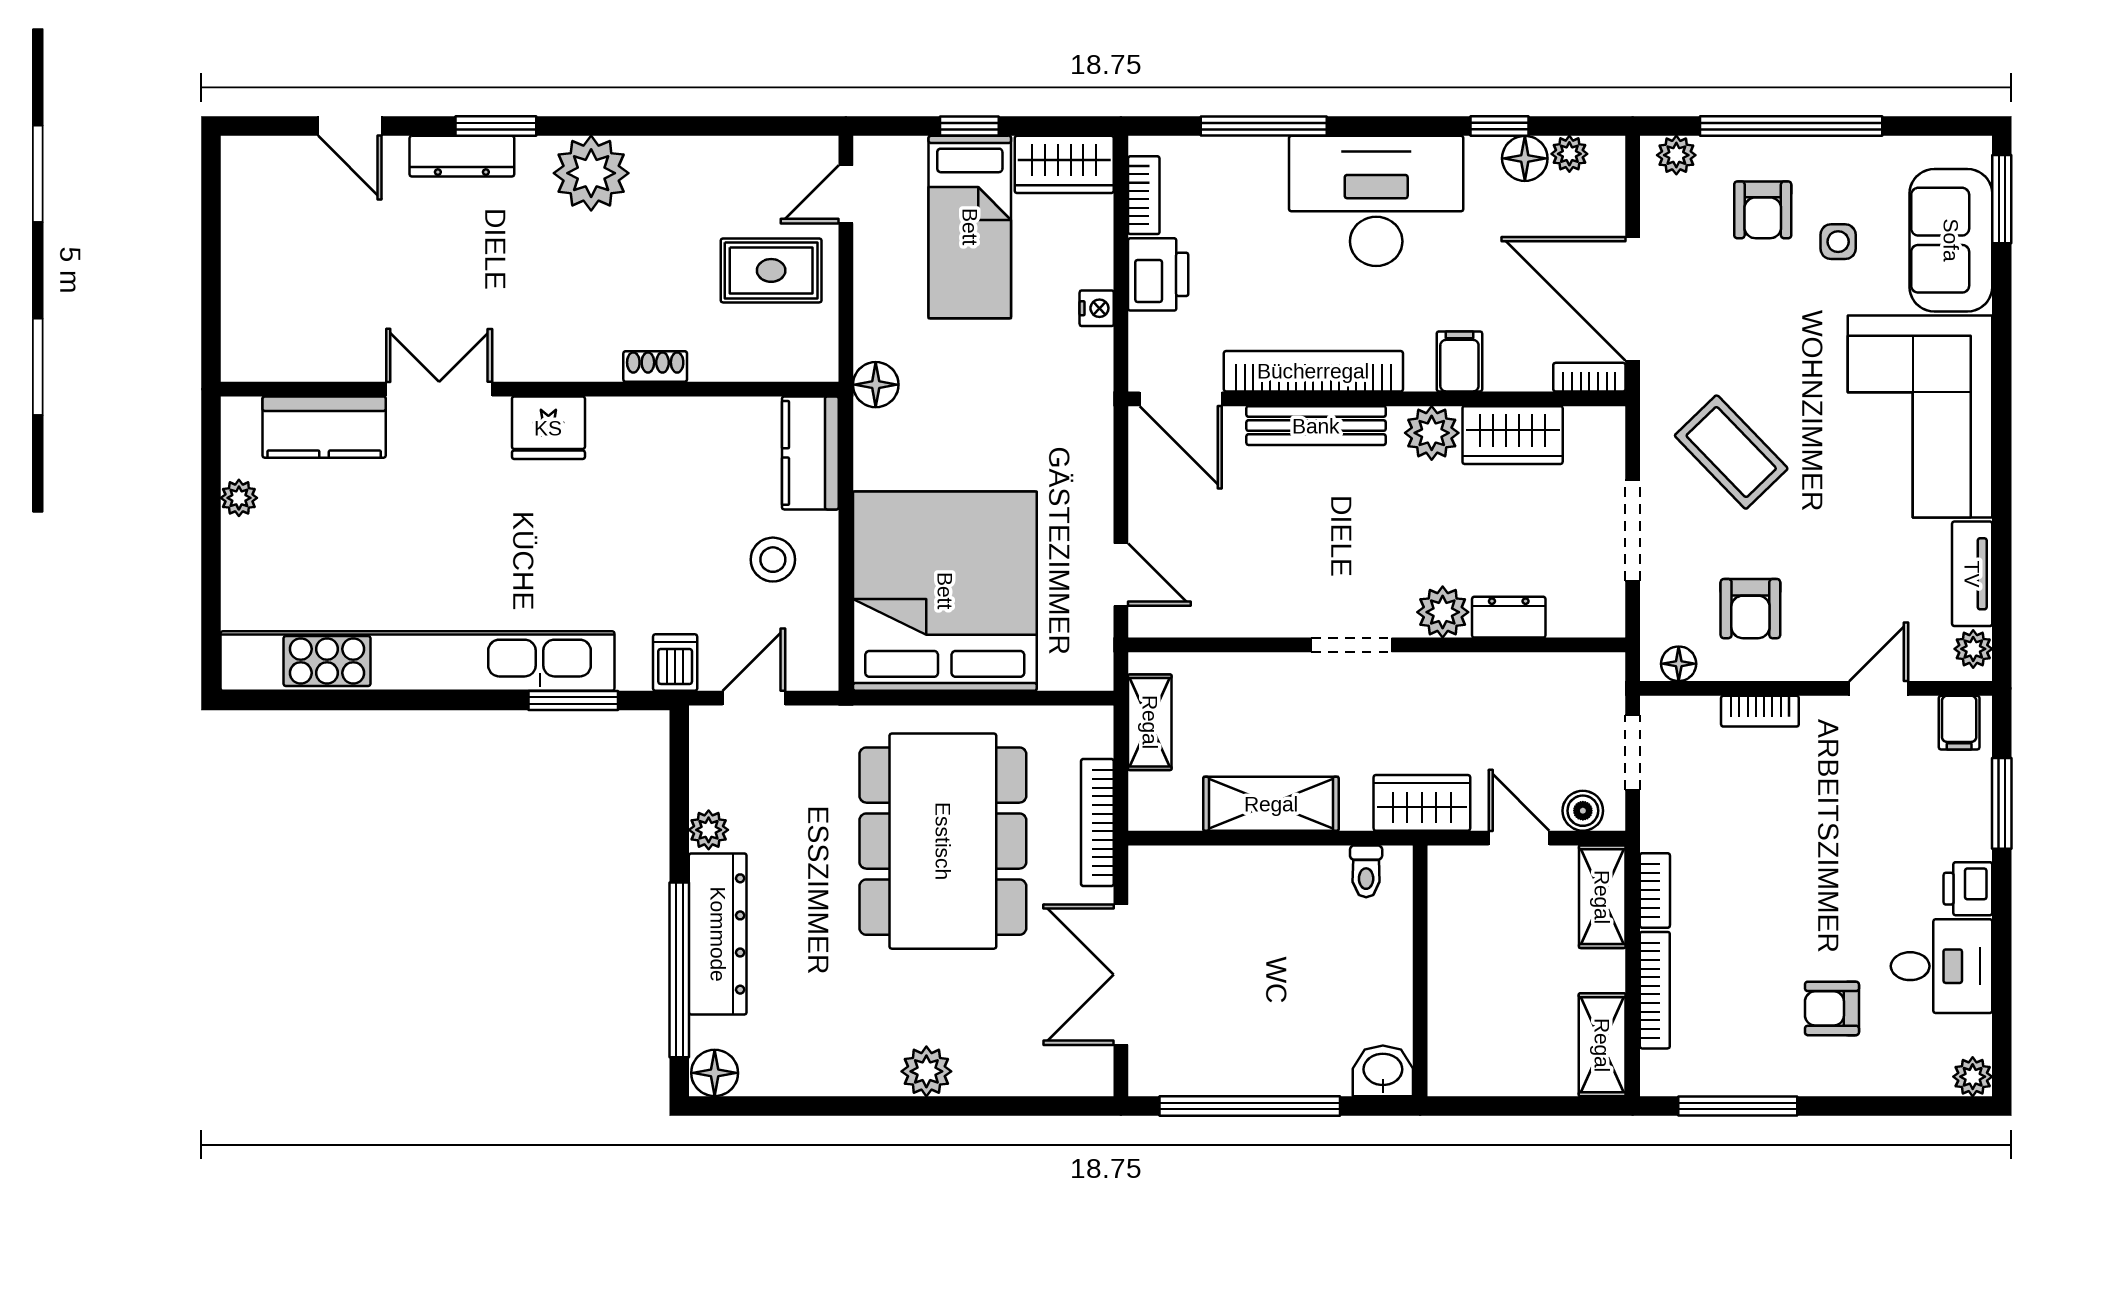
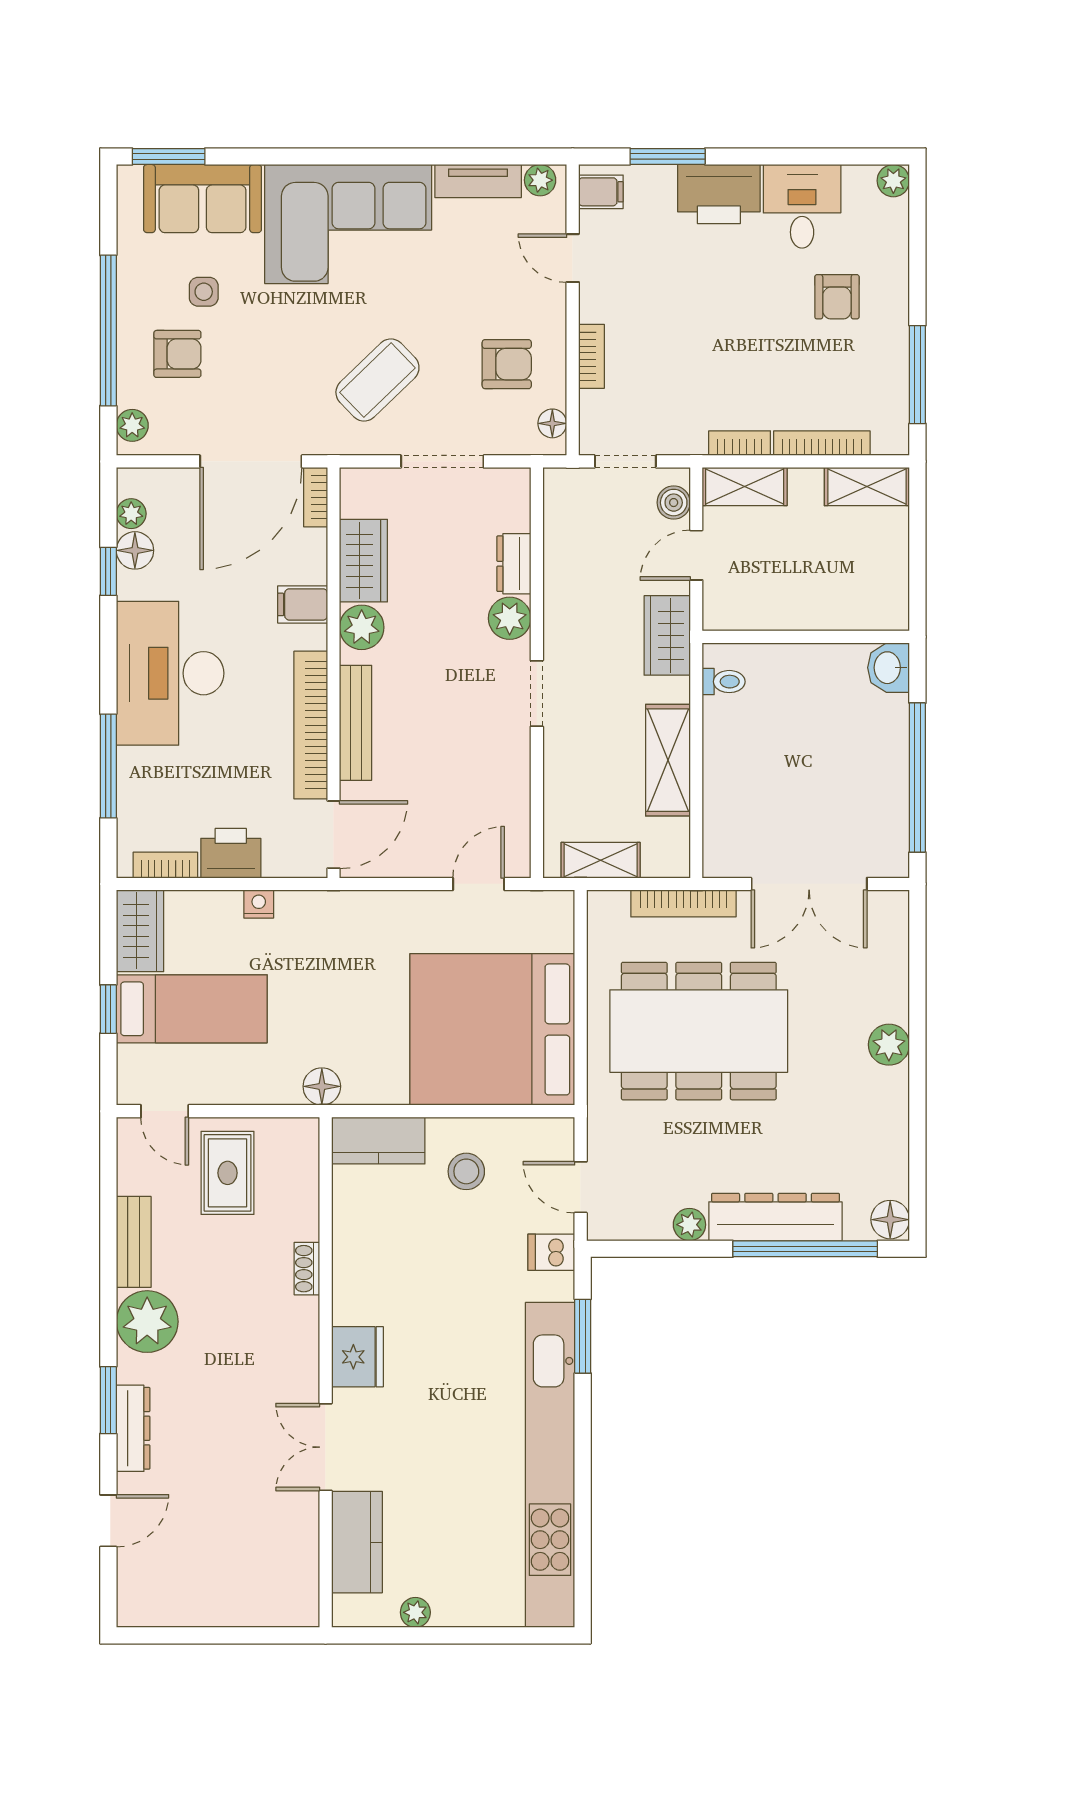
bench: (688, 157) -> (134, 1242), added
printer: (1968, 889) -> (719, 194), width x1.87, depth x1.48

